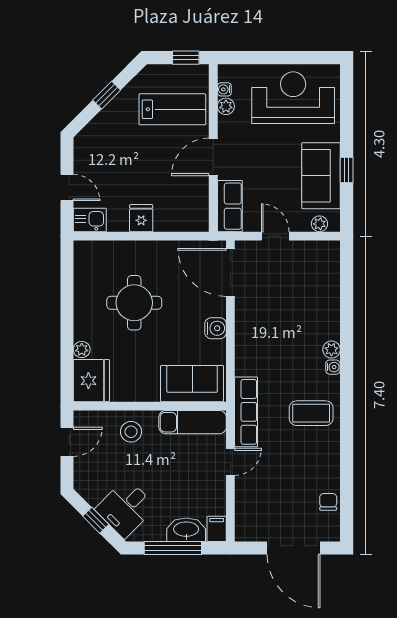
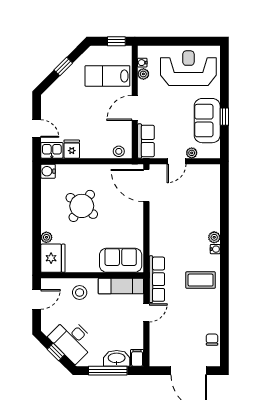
lab bench: (172, 109) -> (107, 76), turned 180
fridge: (141, 218) -> (72, 149), moved
stool: (189, 222) -> (119, 151), added
plant: (319, 224) -> (192, 153), moved
door: (275, 236) -> (176, 161), swing flipped
round table: (134, 303) -> (82, 206), turned 36
water cooler: (216, 328) -> (48, 171), moved, turned 180
desk: (126, 508) -> (72, 340), width x1.37

